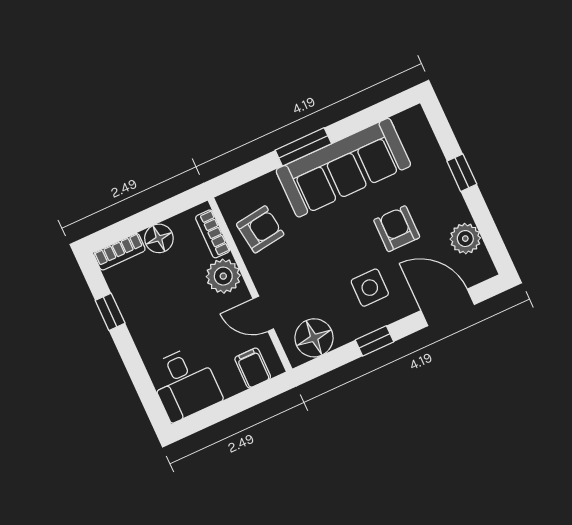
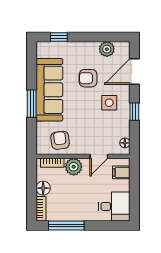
window: (462, 173) -> (59, 37), moved
window: (110, 312) -> (66, 225), width x2.17
floor lamp: (314, 338) -> (125, 143), width x0.53, depth x0.53

